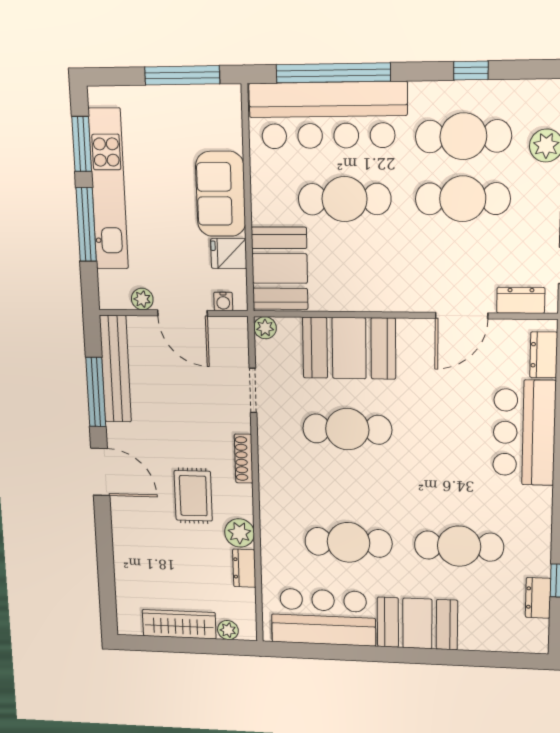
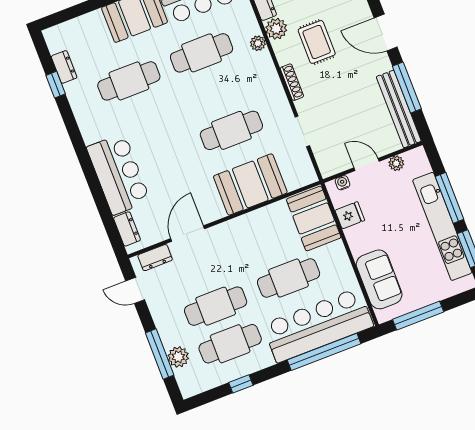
sofa: (221, 194) -> (379, 279), moved
door: (182, 313) -> (367, 164), width x0.73
plant: (265, 328) -> (258, 43), moved

